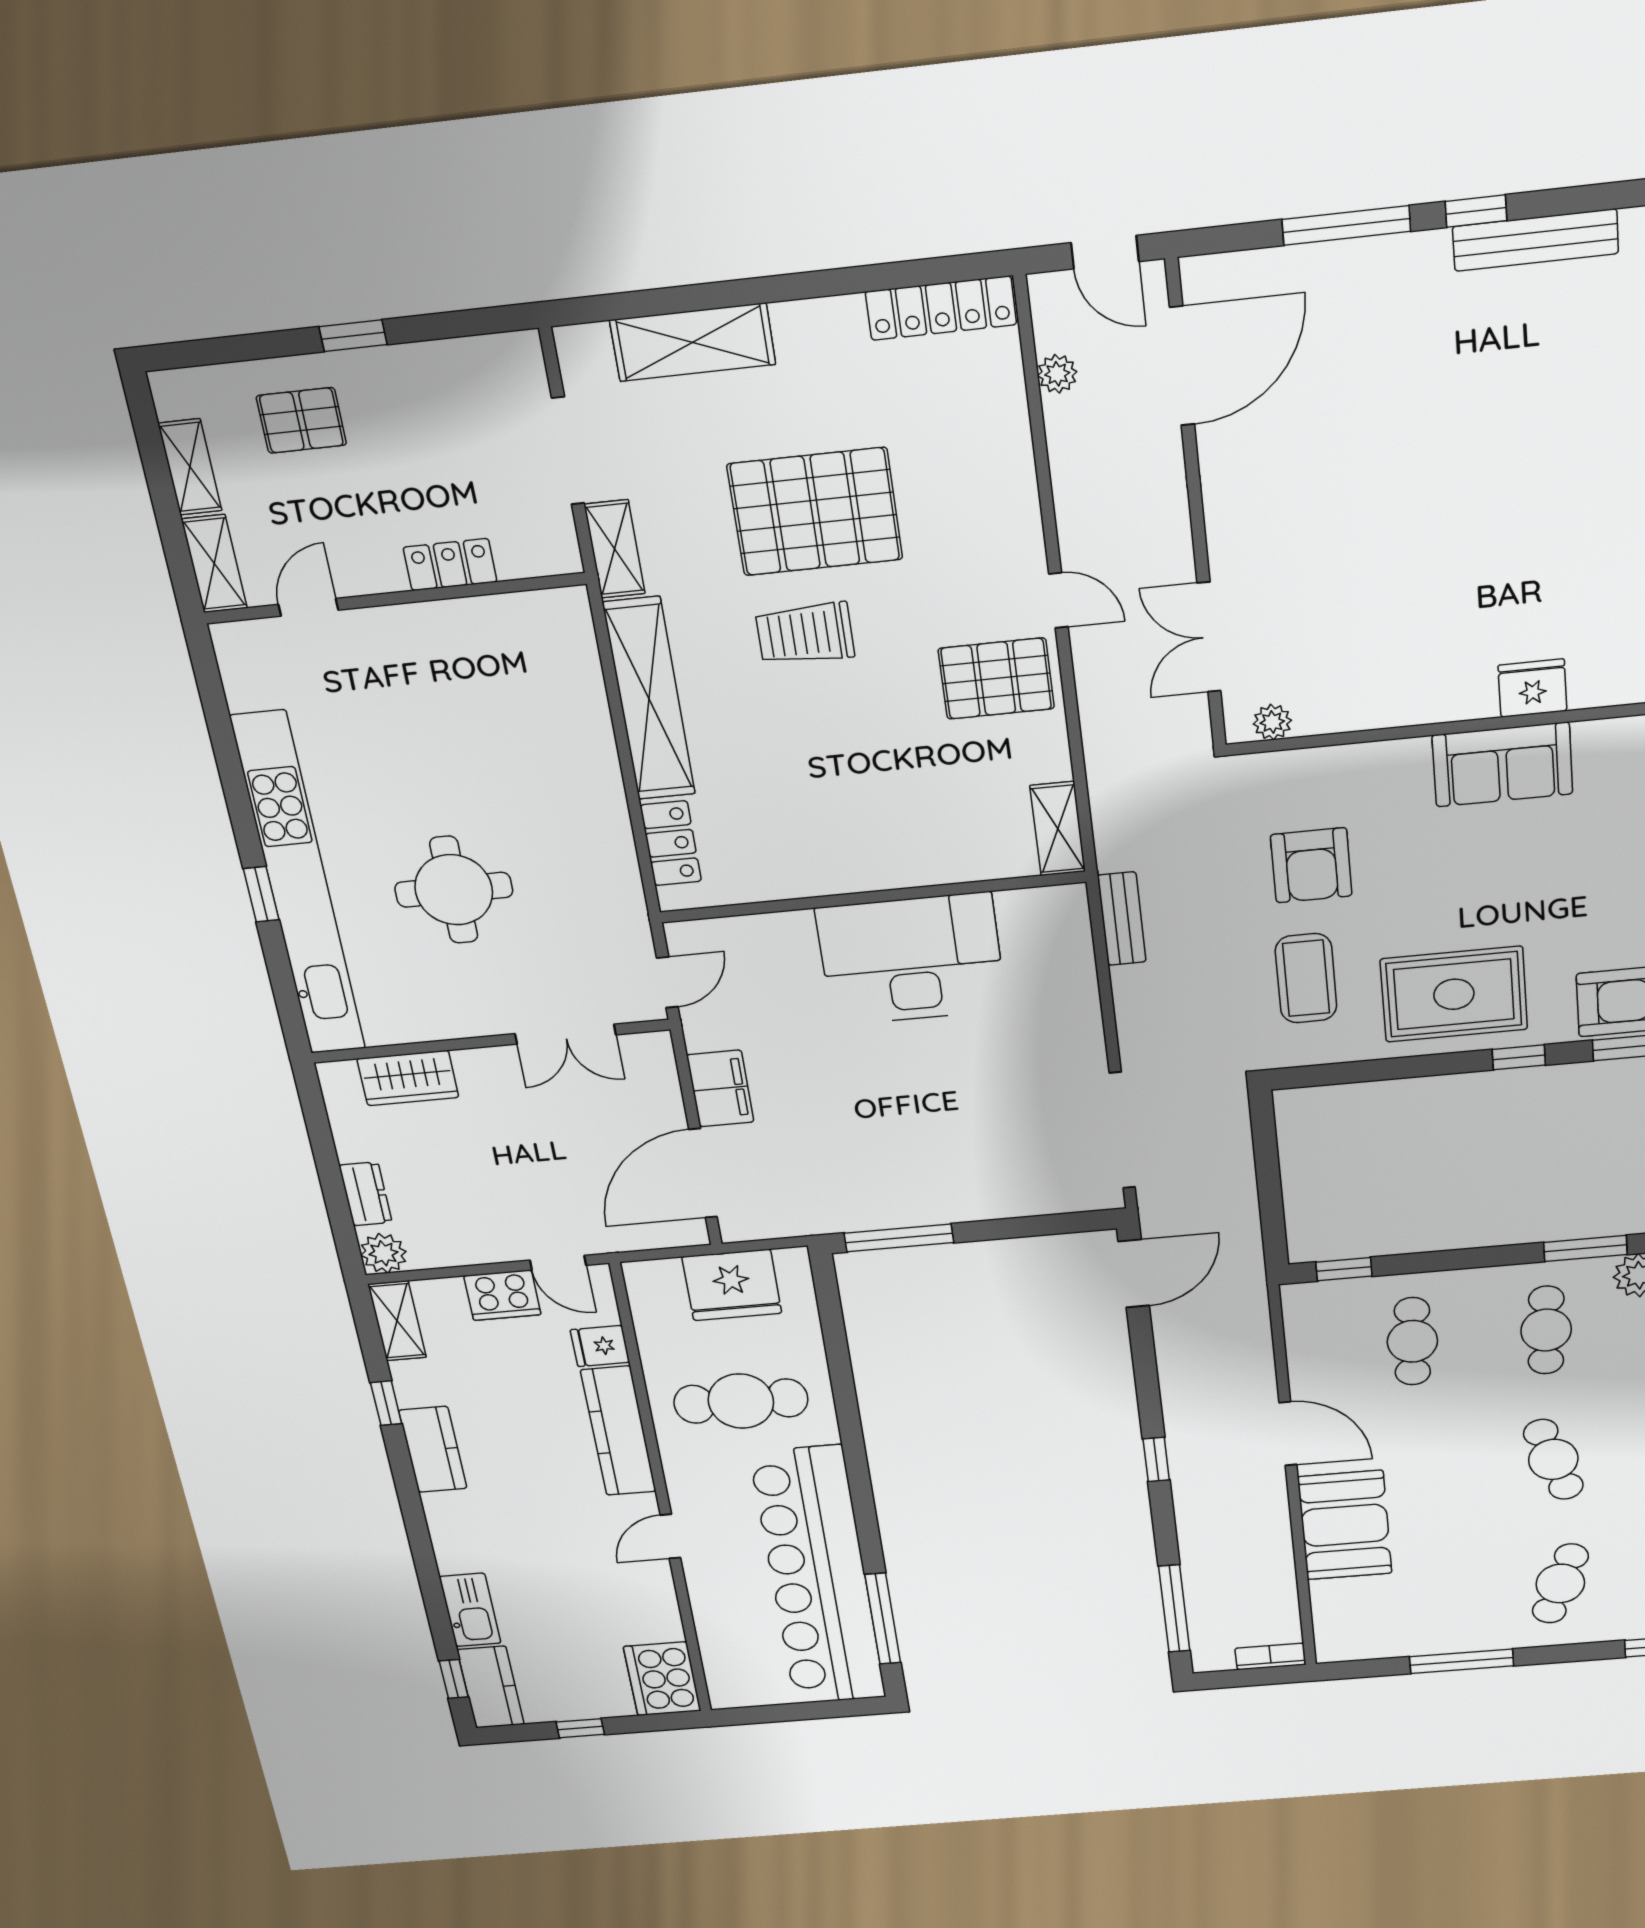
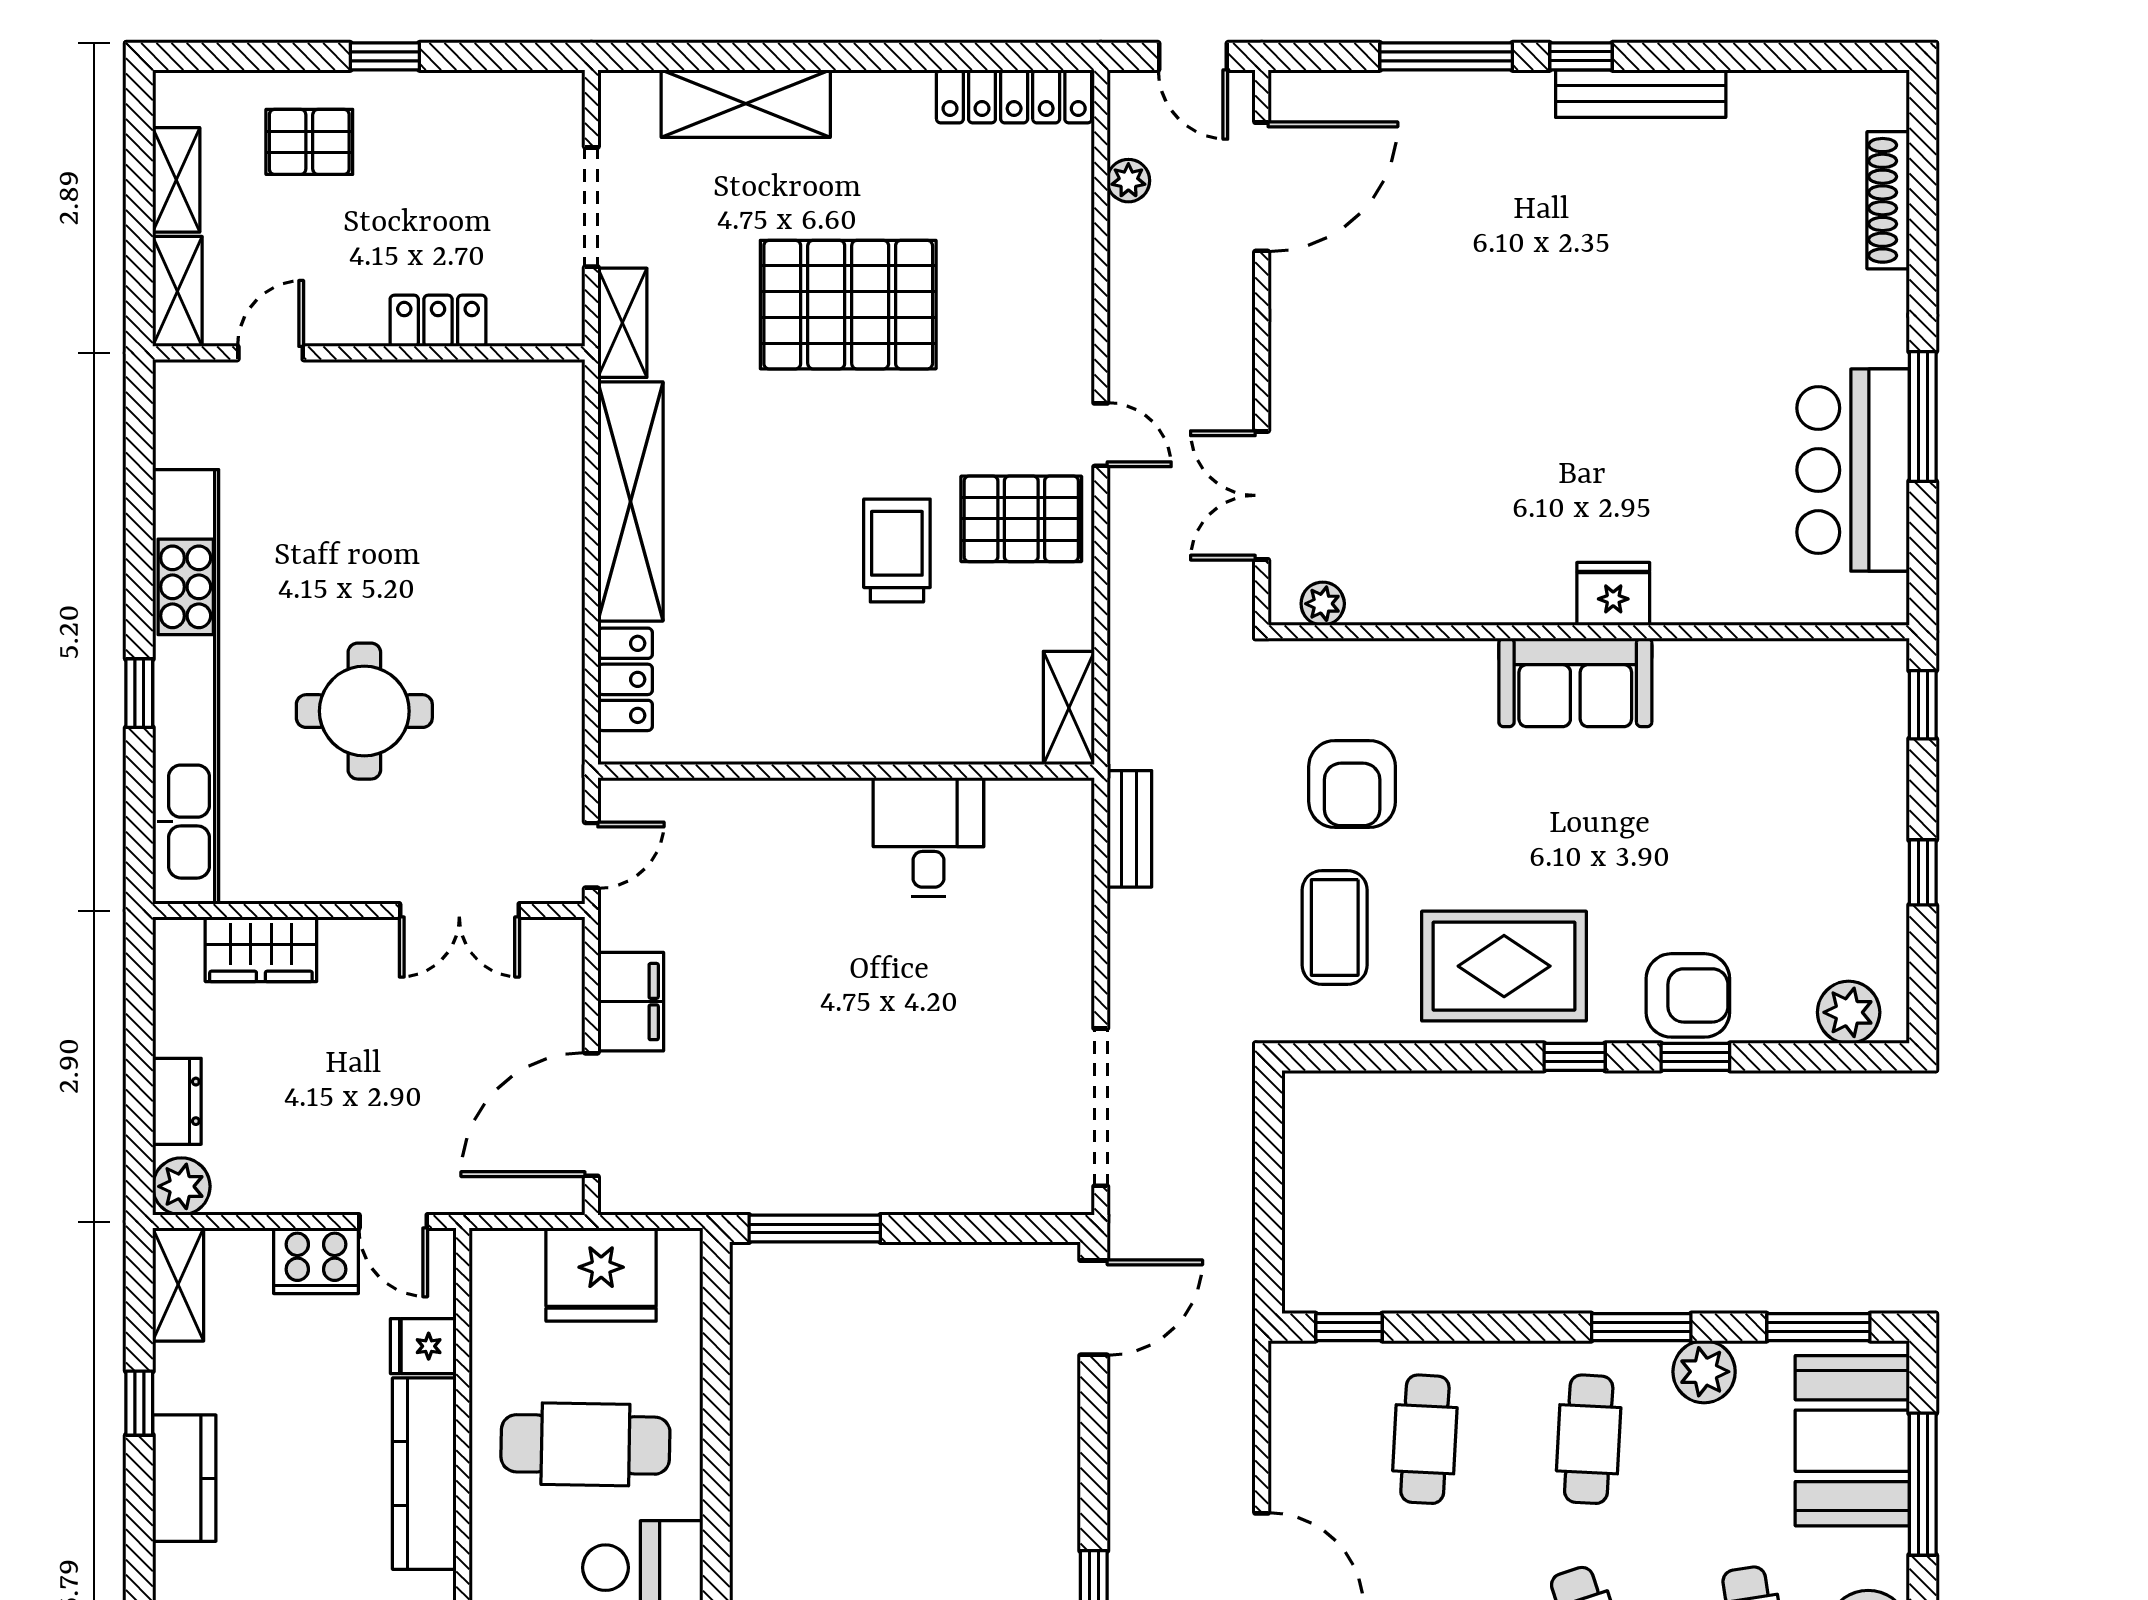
trolley: (805, 634) -> (897, 551), moved, turned 90
desk: (911, 959) -> (928, 837), width x0.53, depth x0.77

